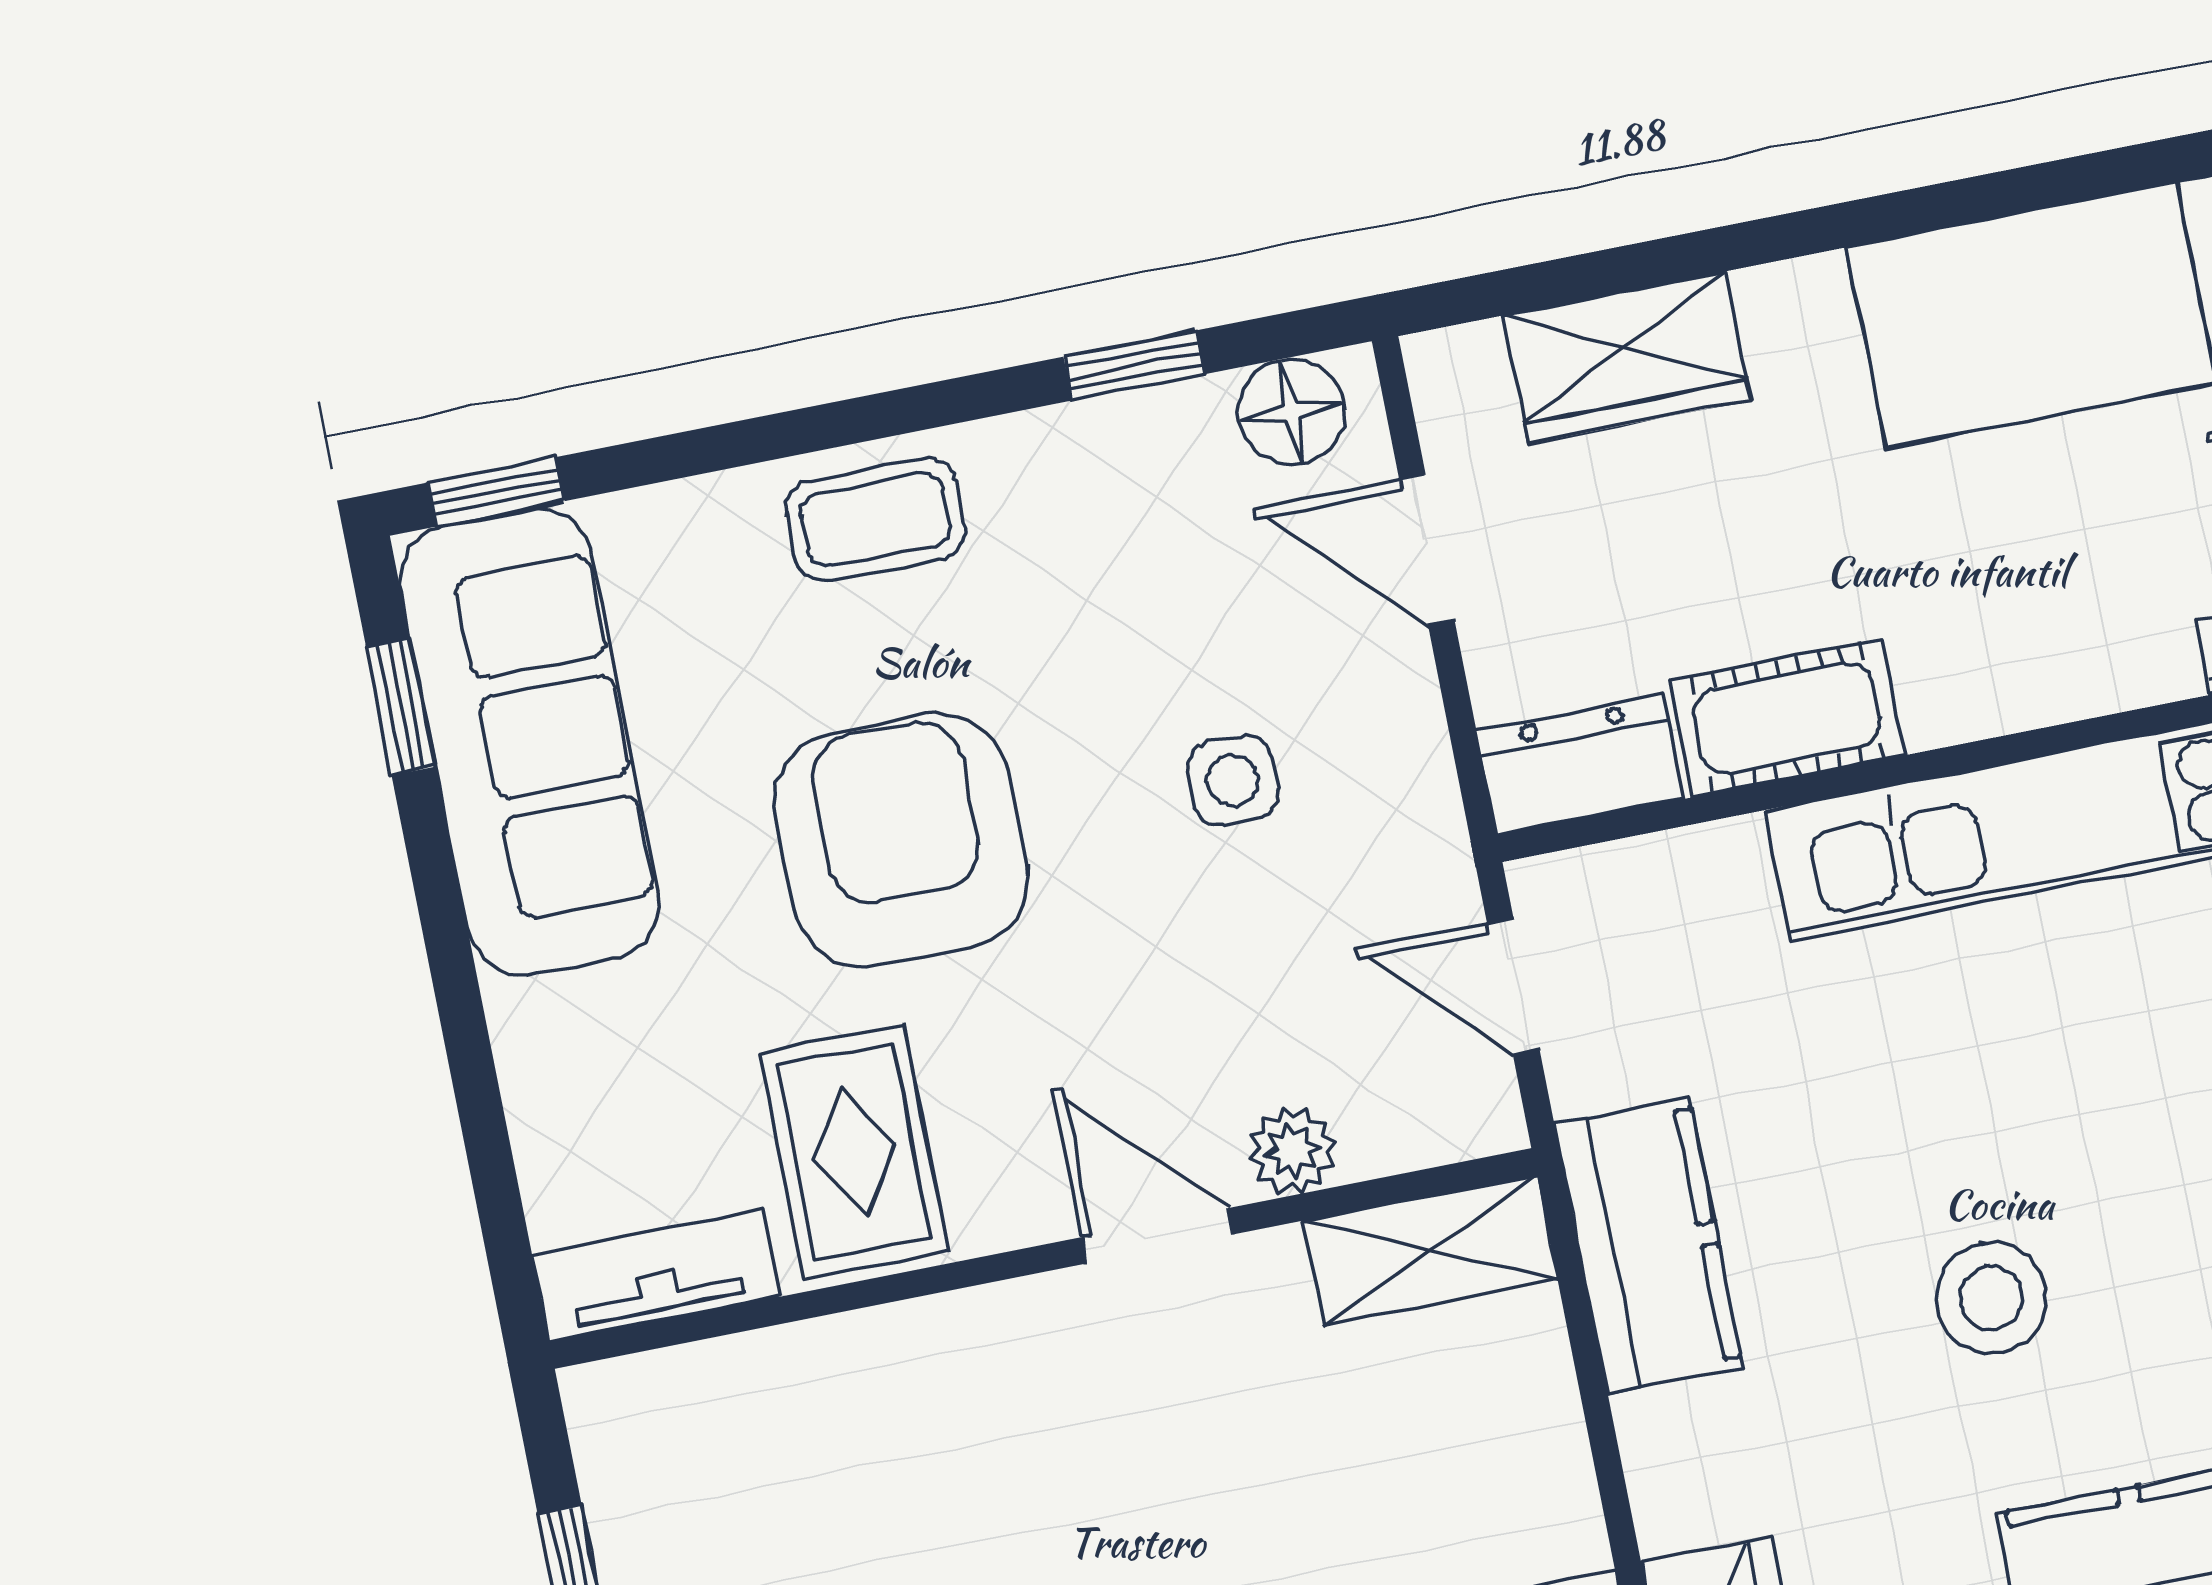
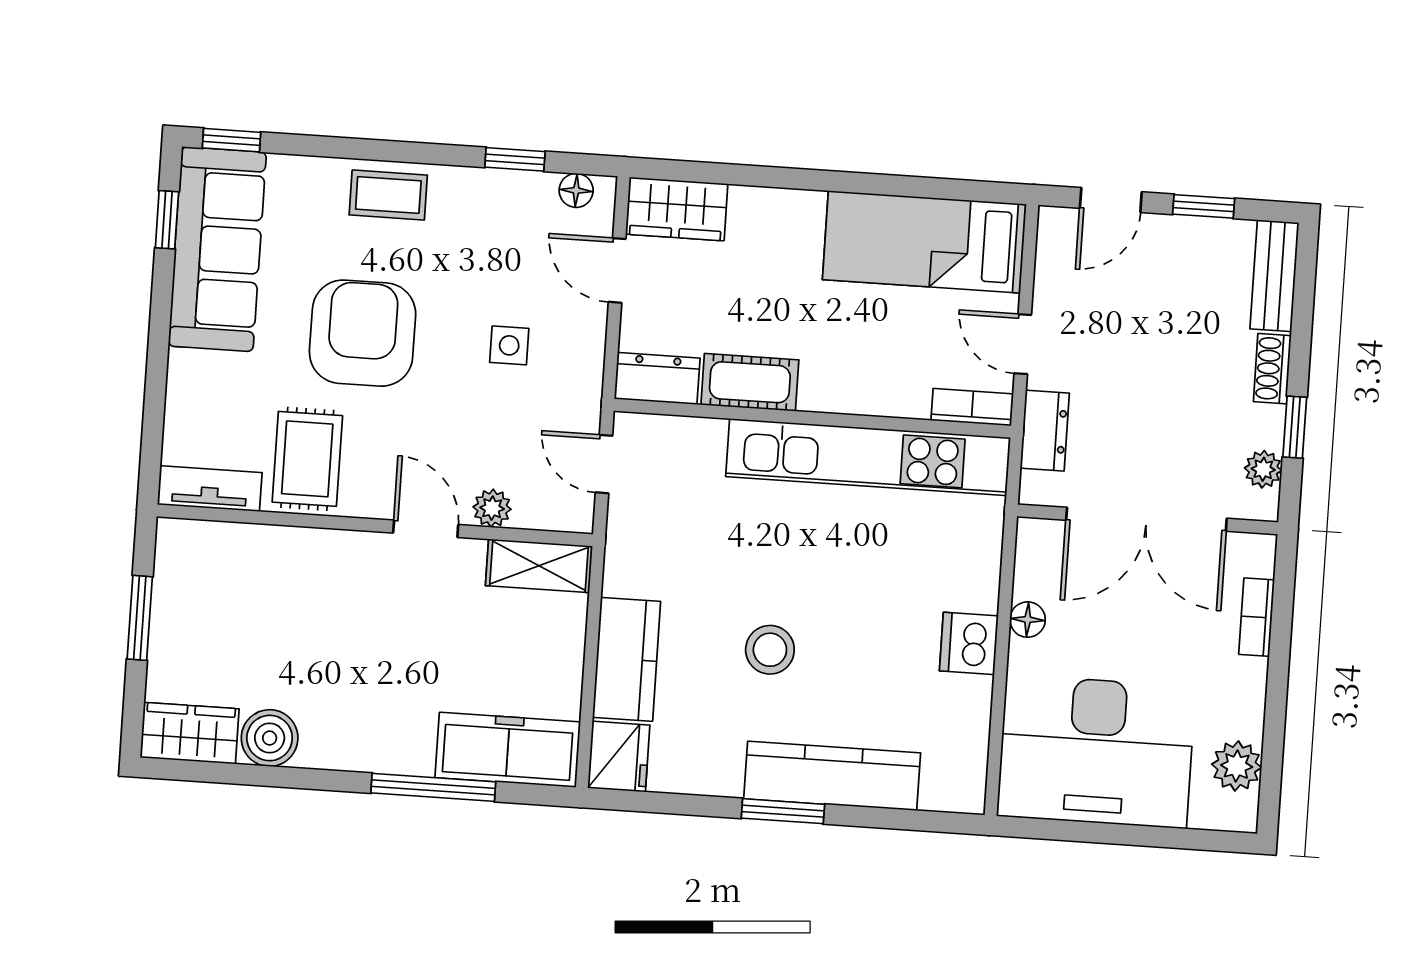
wardrobe: (1627, 358) -> (677, 209), moved
floor lamp: (1291, 412) -> (576, 190), width x0.73, depth x0.73
kitchen counter: (1648, 1246) -> (627, 659), moved

